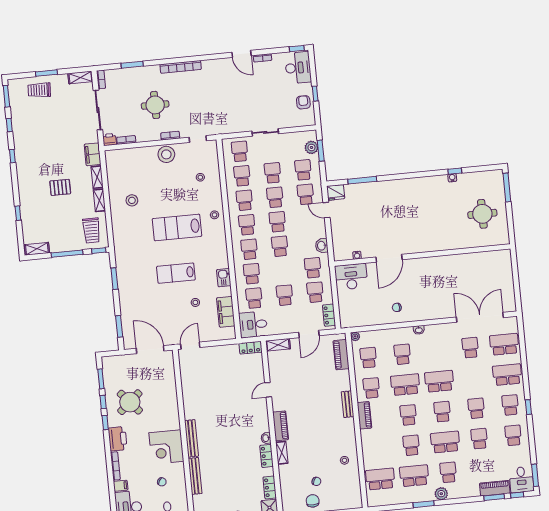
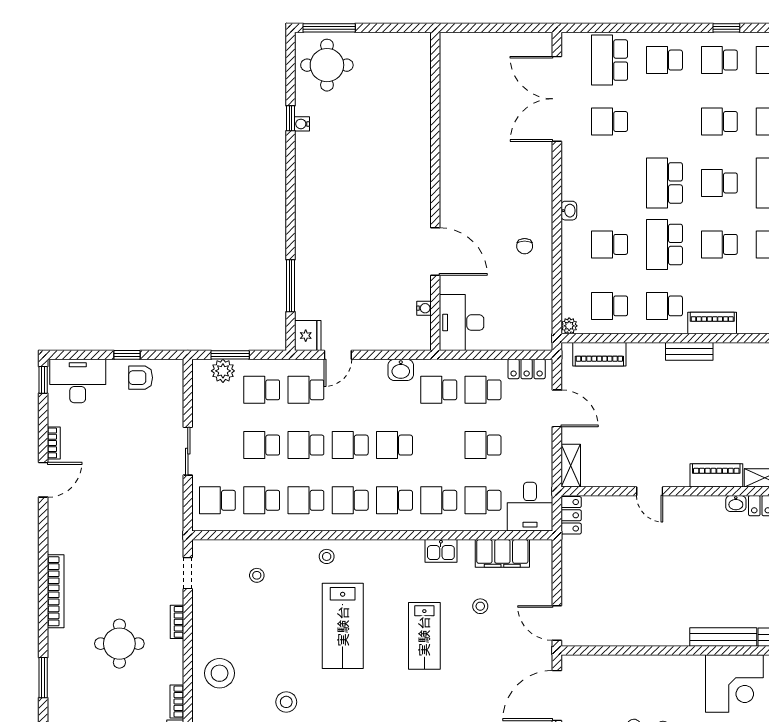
stool: (166, 154) -> (220, 673), moved
round table: (482, 214) -> (327, 65), moved
school desk: (507, 375) -> (664, 60), width x0.54

